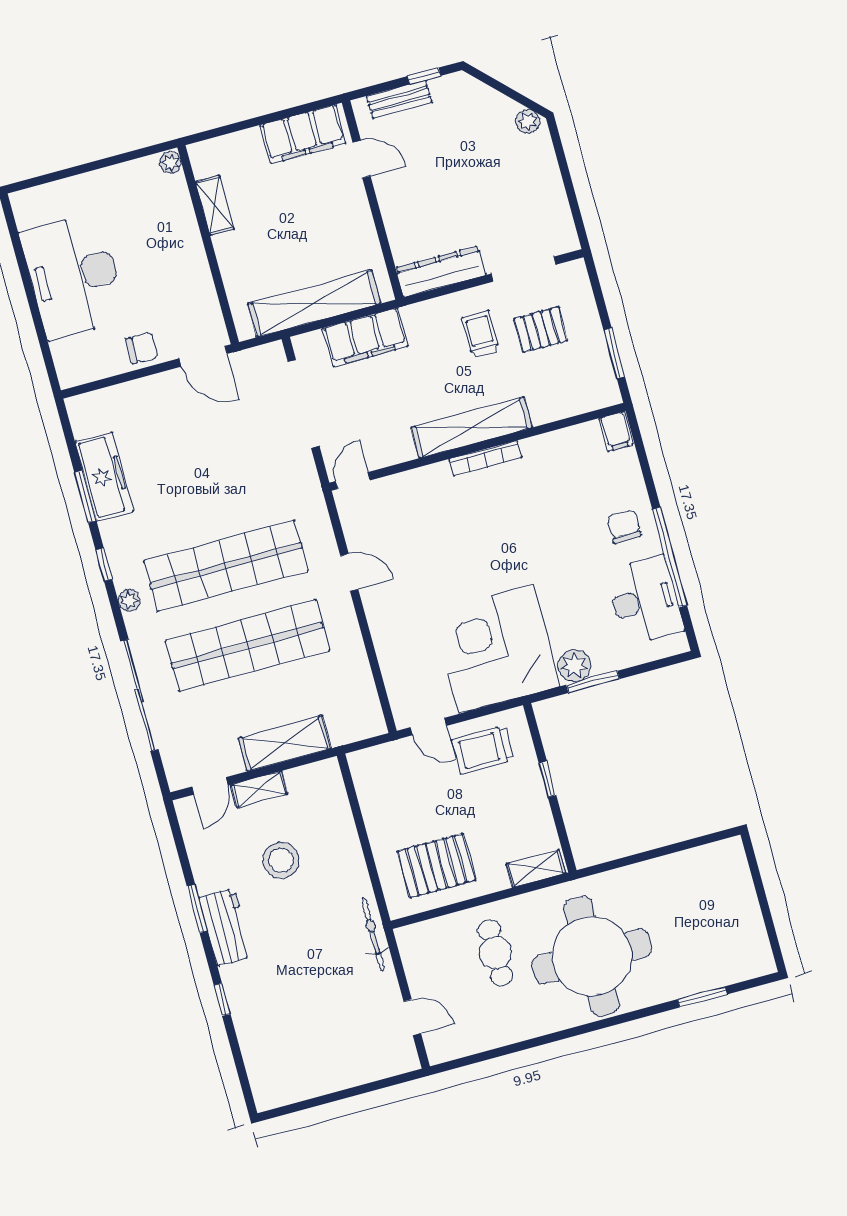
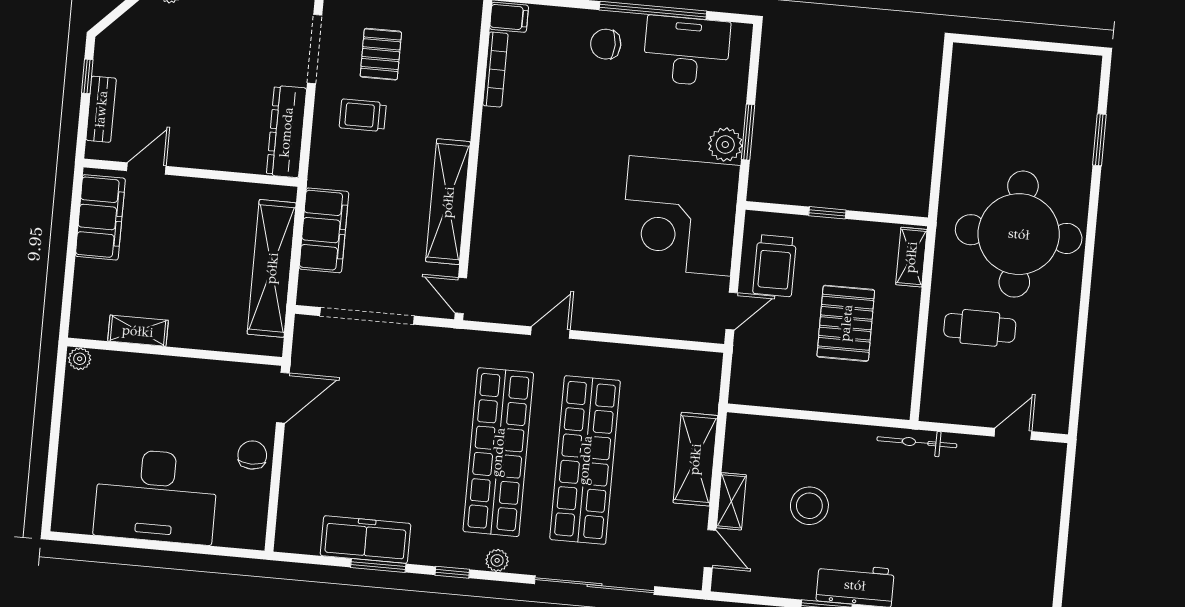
shelving: (472, 427) -> (448, 202), moved
bookcase: (485, 458) -> (495, 69), moved
pallet: (436, 866) -> (846, 323), moved

